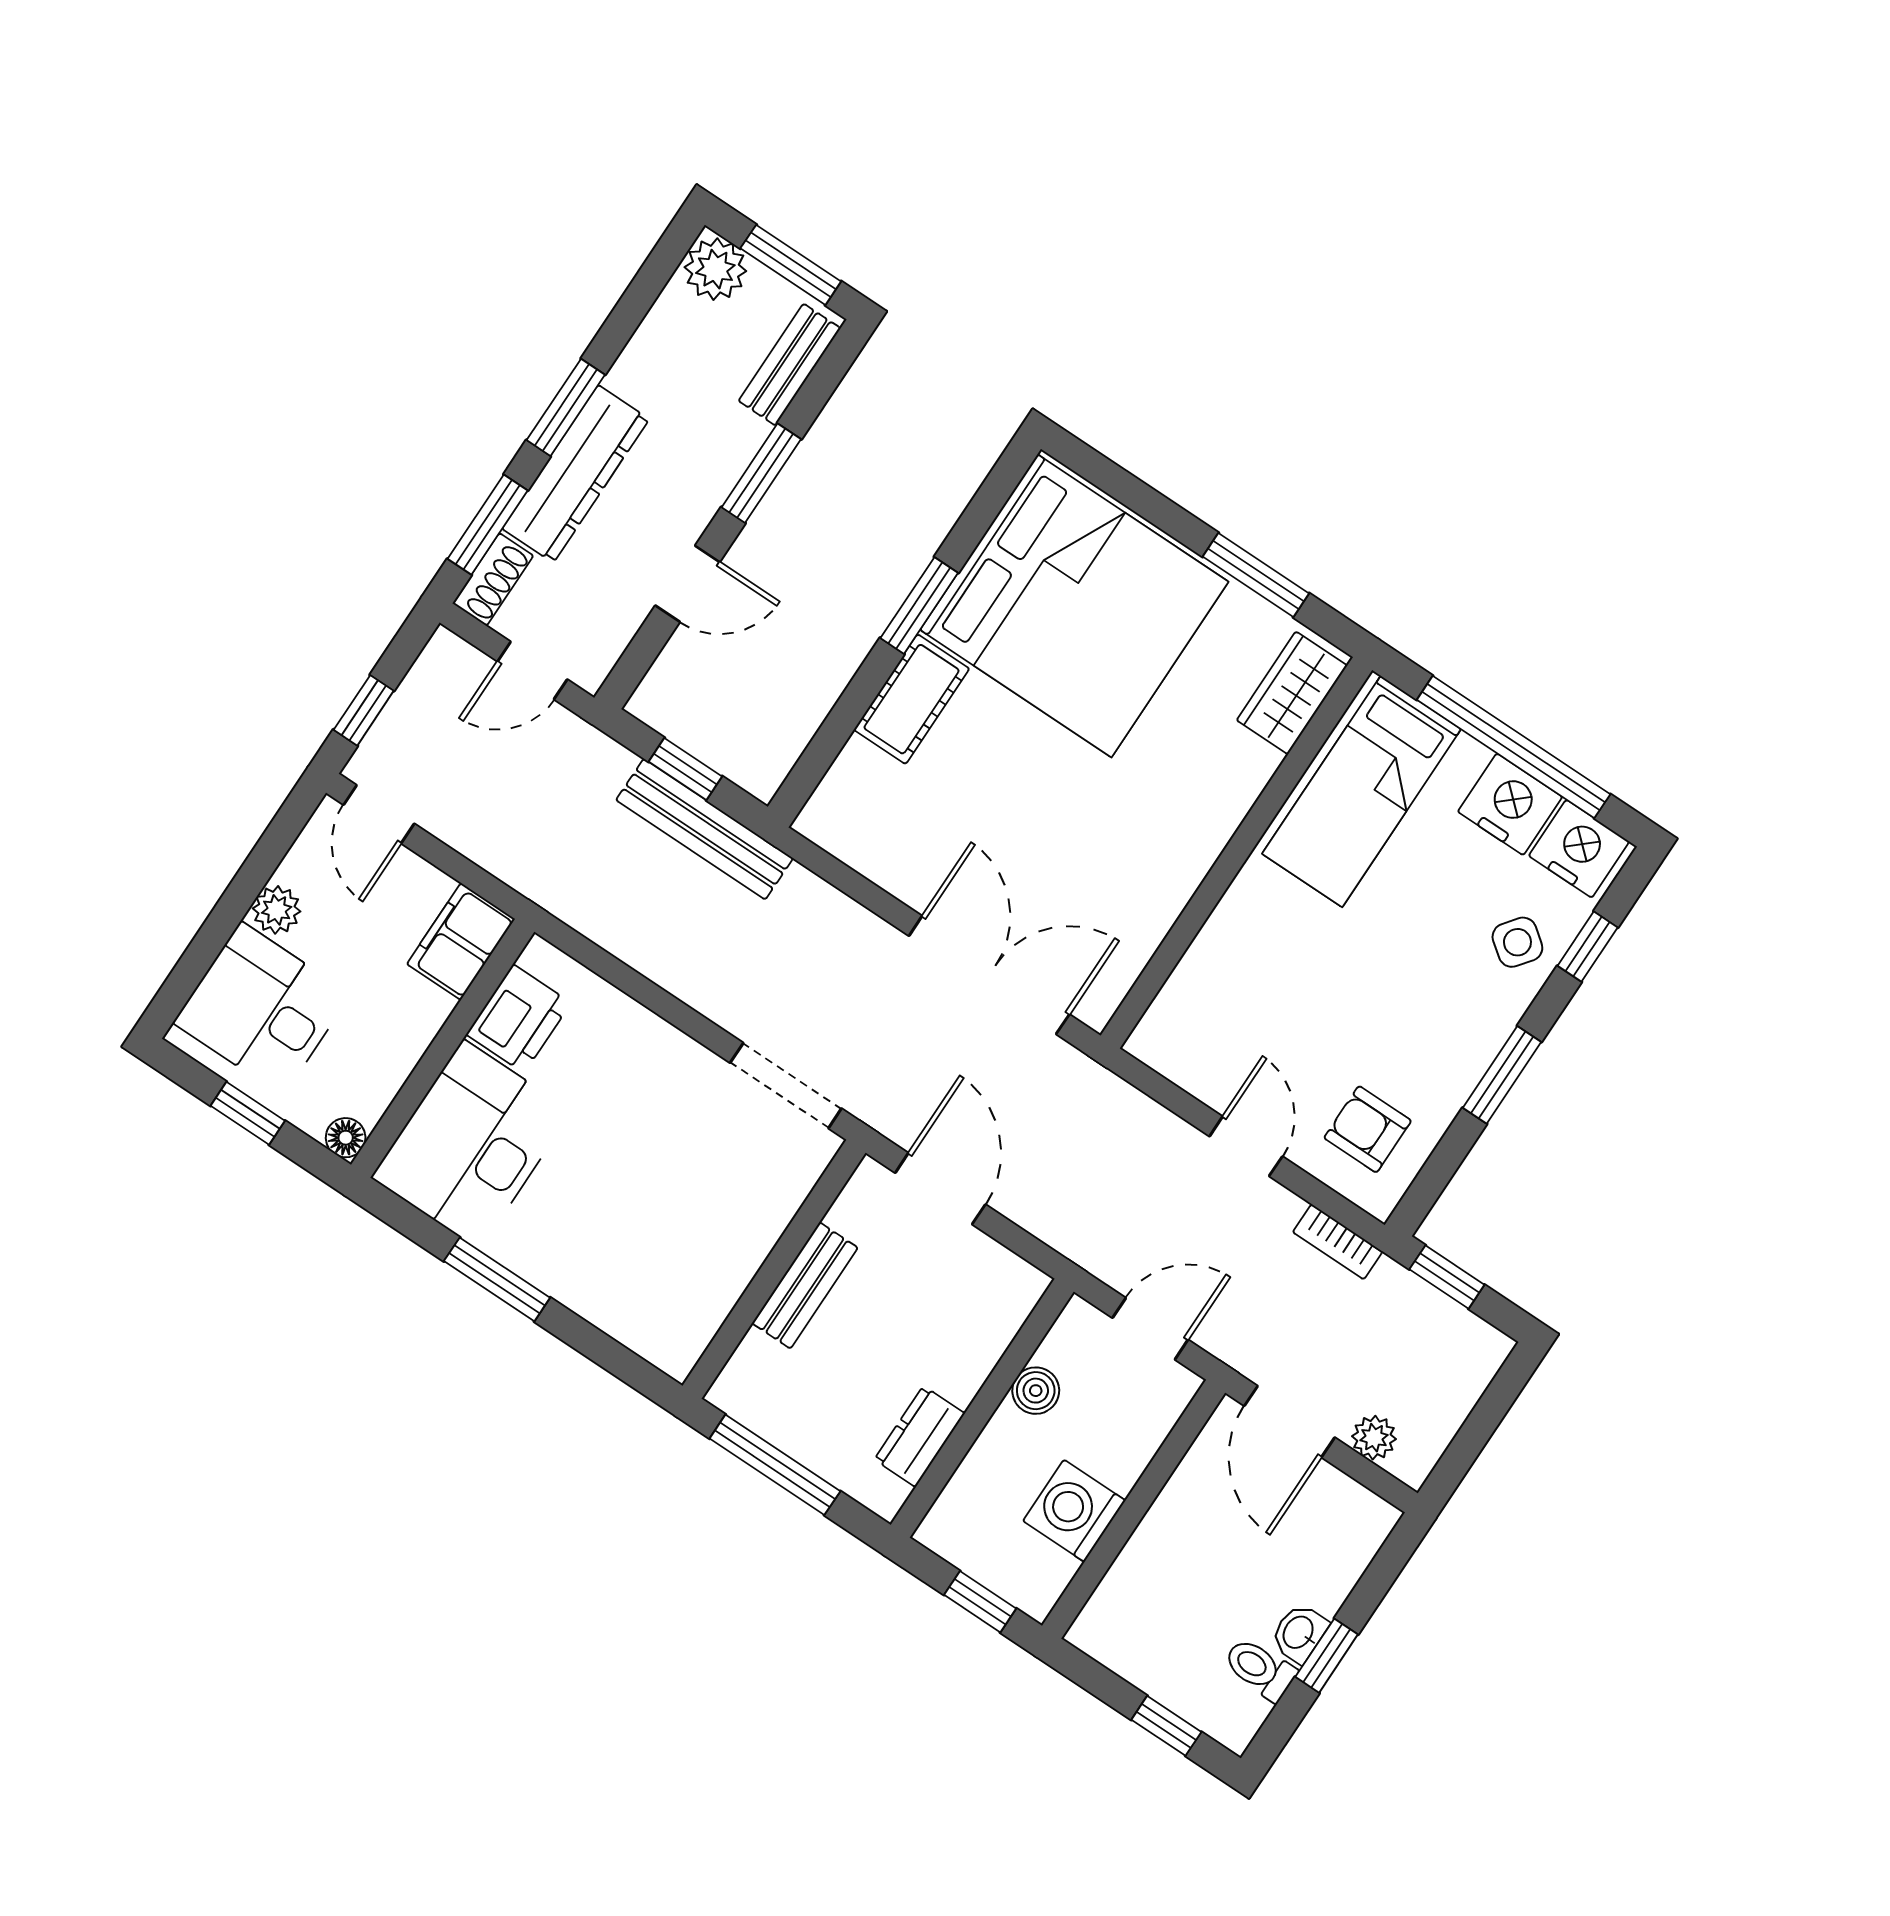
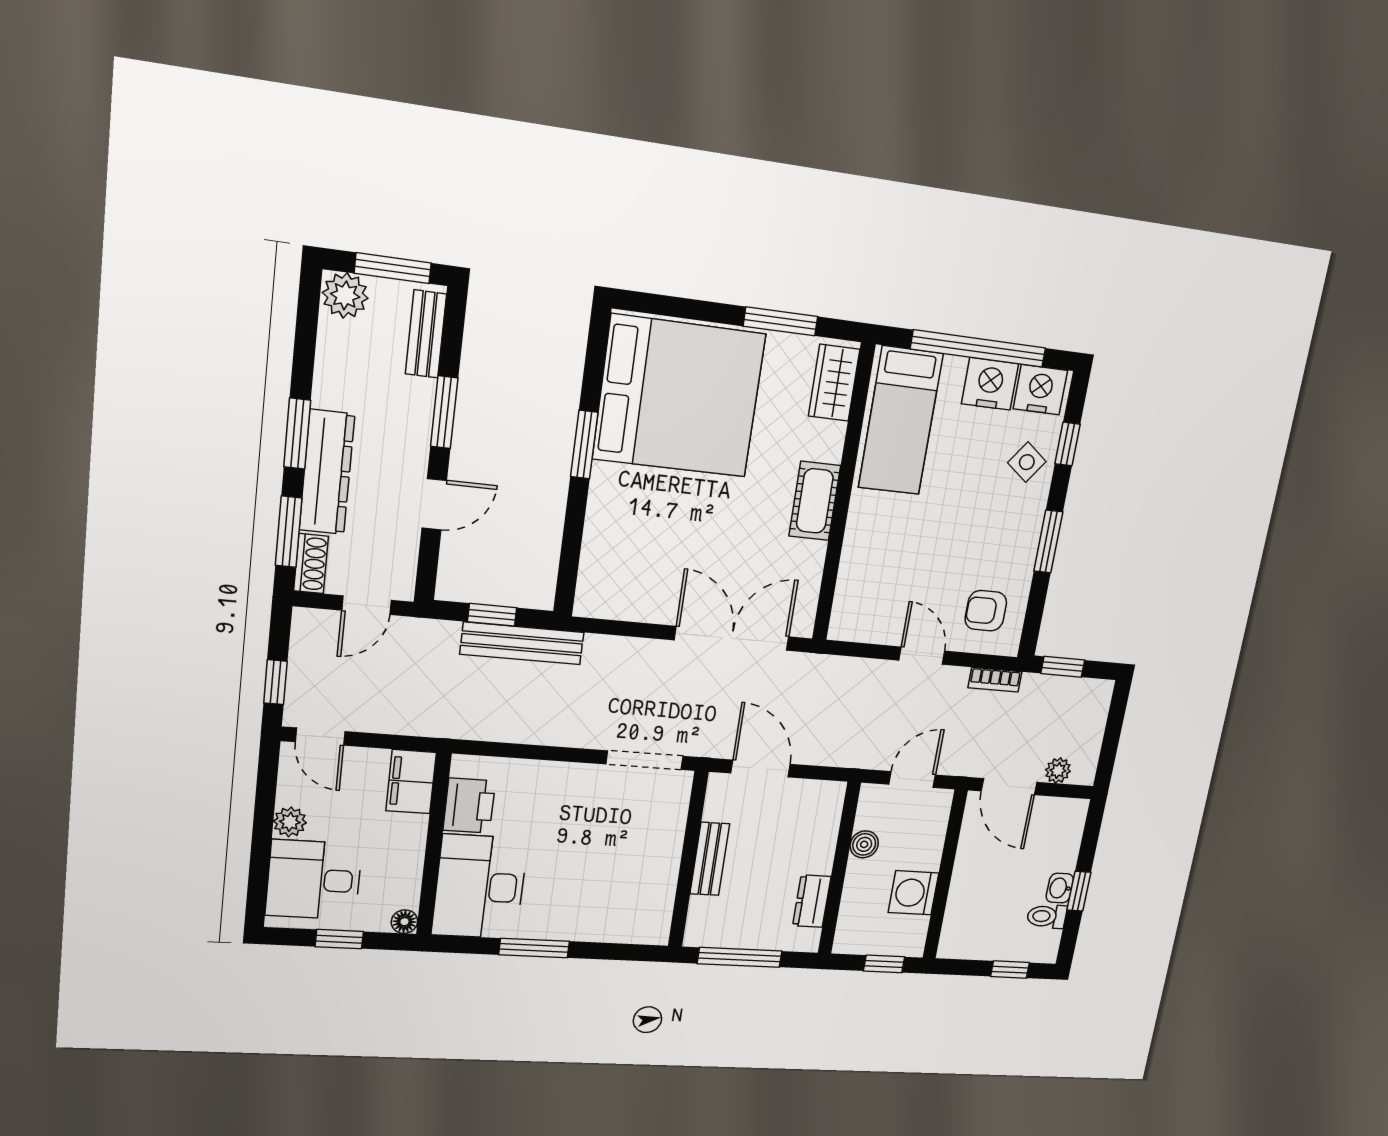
cot: (912, 699) -> (815, 501), moved

